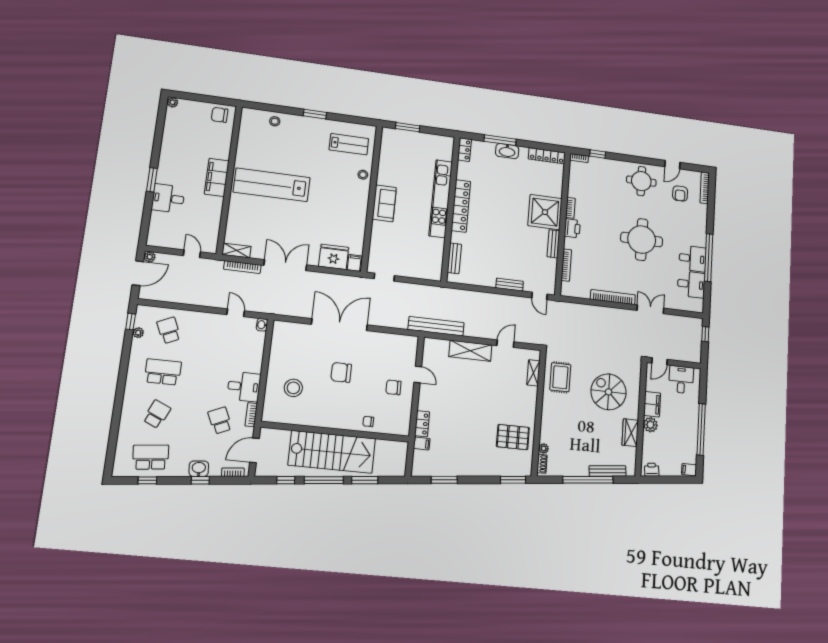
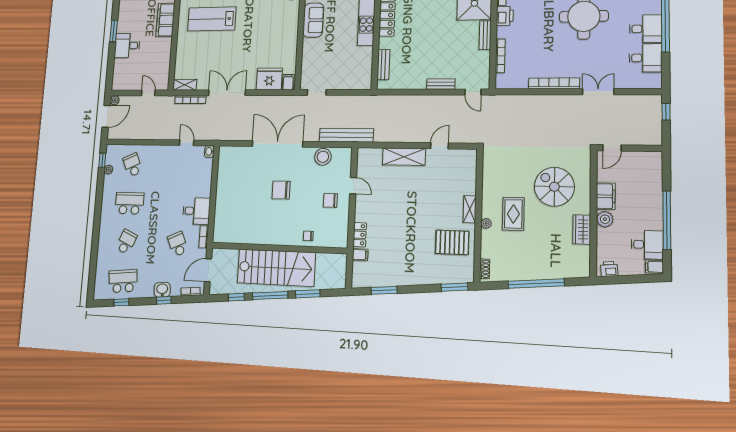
lab bench: (272, 185) -> (212, 19), width x0.73
bench: (436, 326) -> (346, 135), moved
shelving: (533, 373) -> (470, 209), moved
rug: (560, 377) -> (513, 214), moved
desk: (681, 380) -> (647, 245), moved, turned 90
stool: (293, 388) -> (323, 157), moved
plant: (544, 448) -> (486, 223), moved
bench: (608, 471) -> (558, 273), removed

